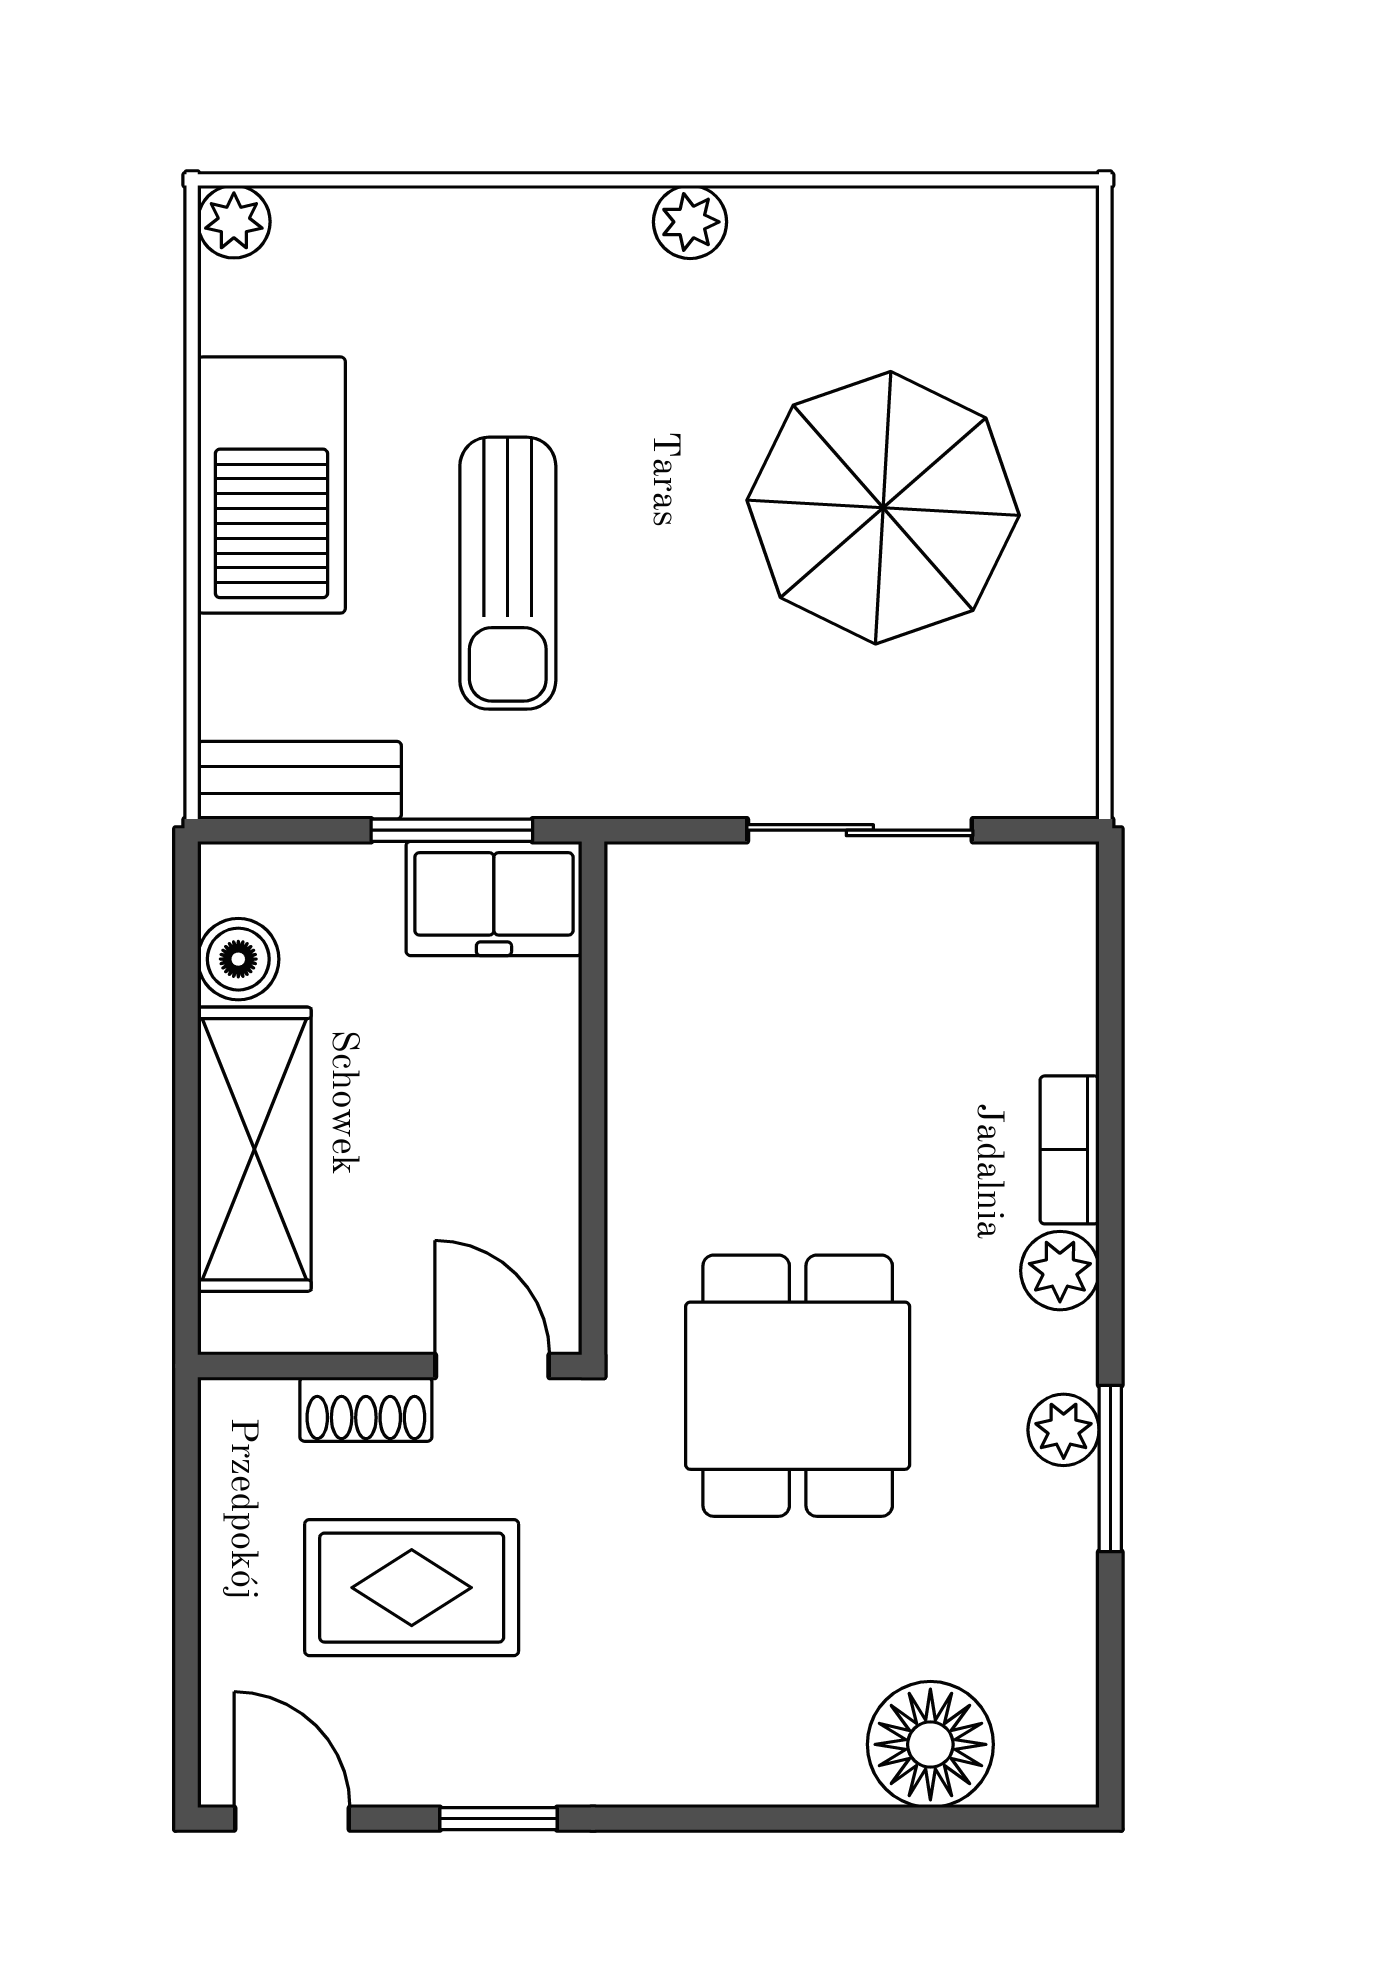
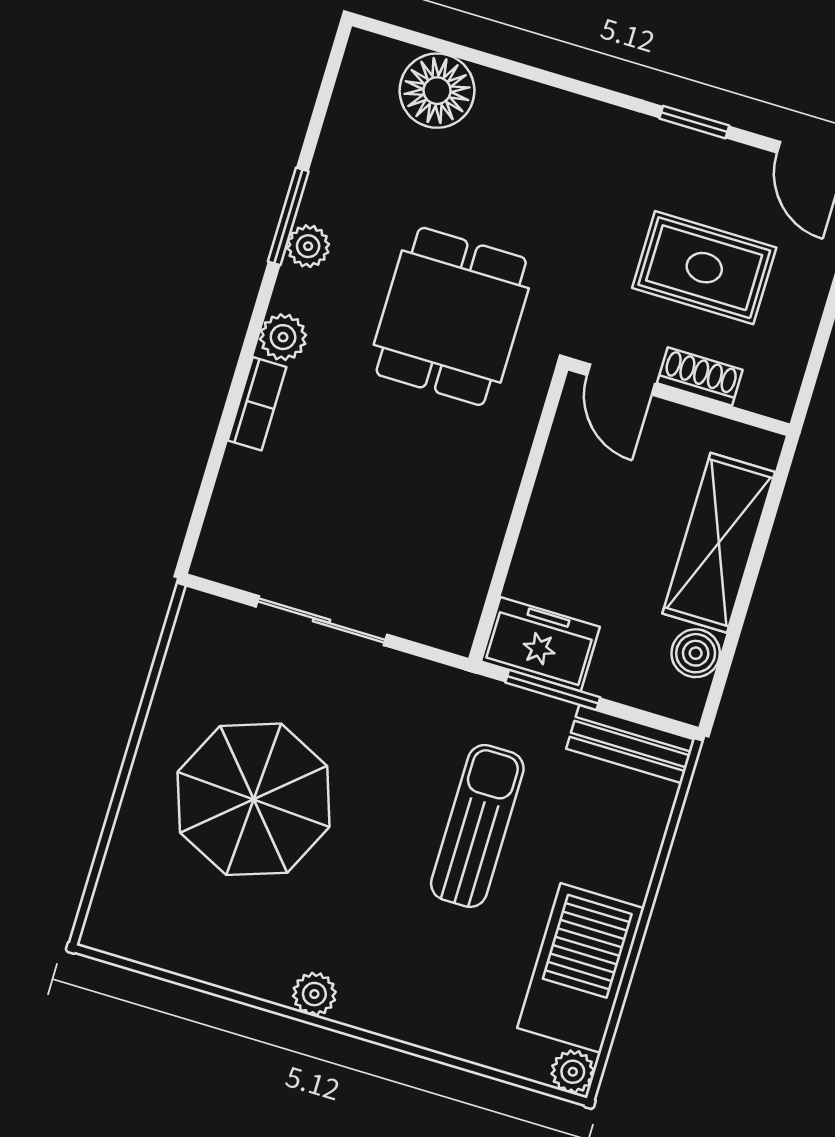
barbecue: (271, 485) -> (581, 968), moved

